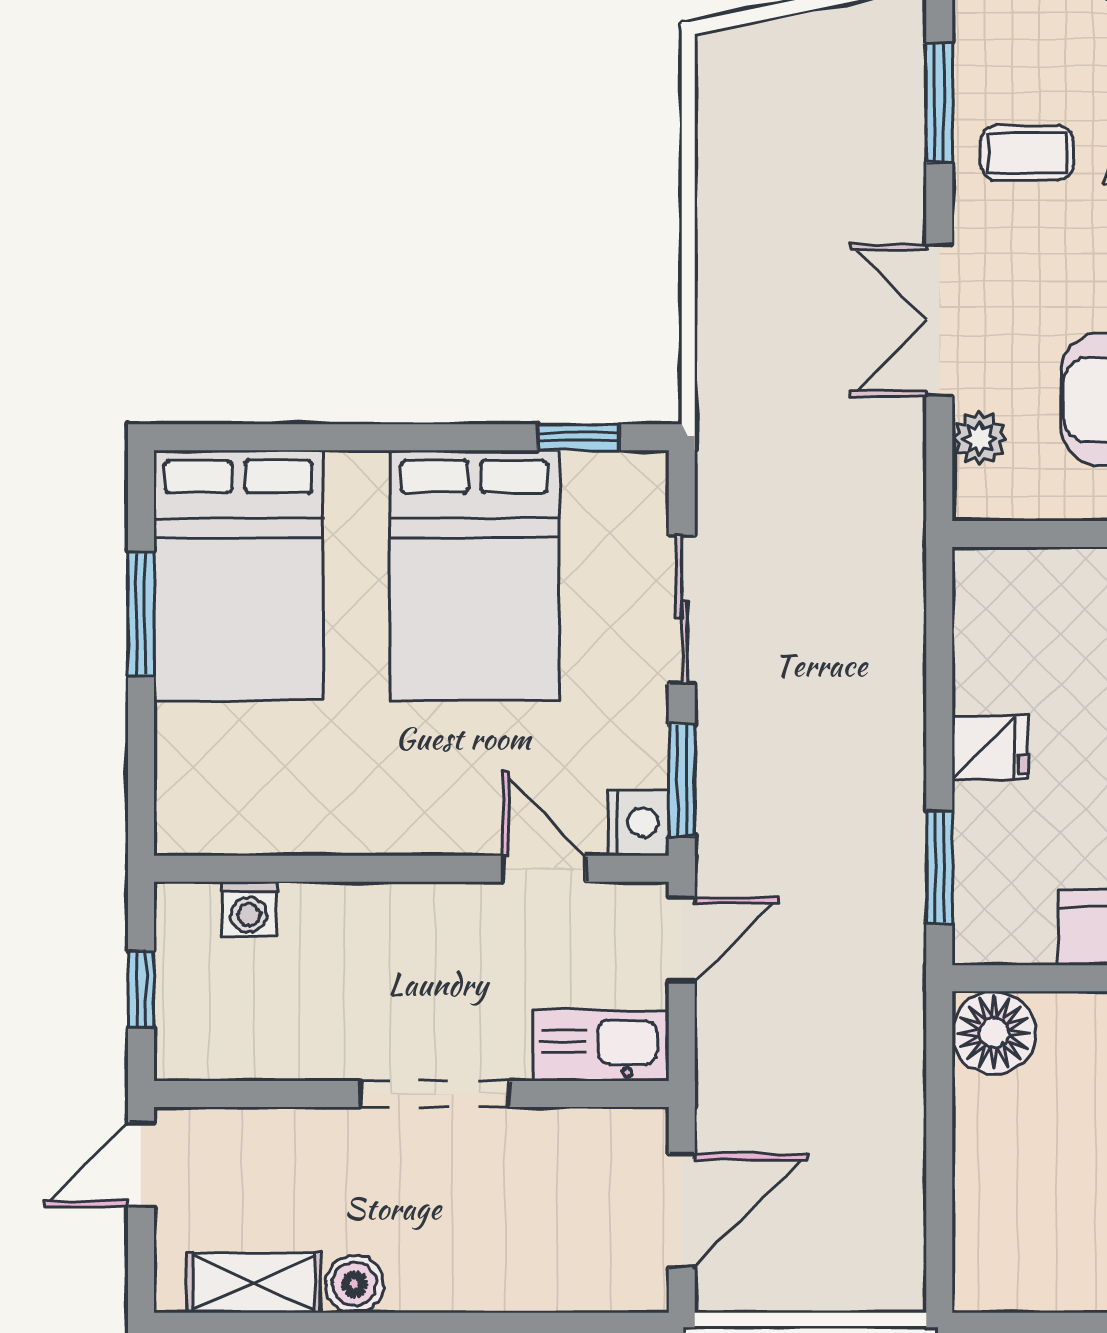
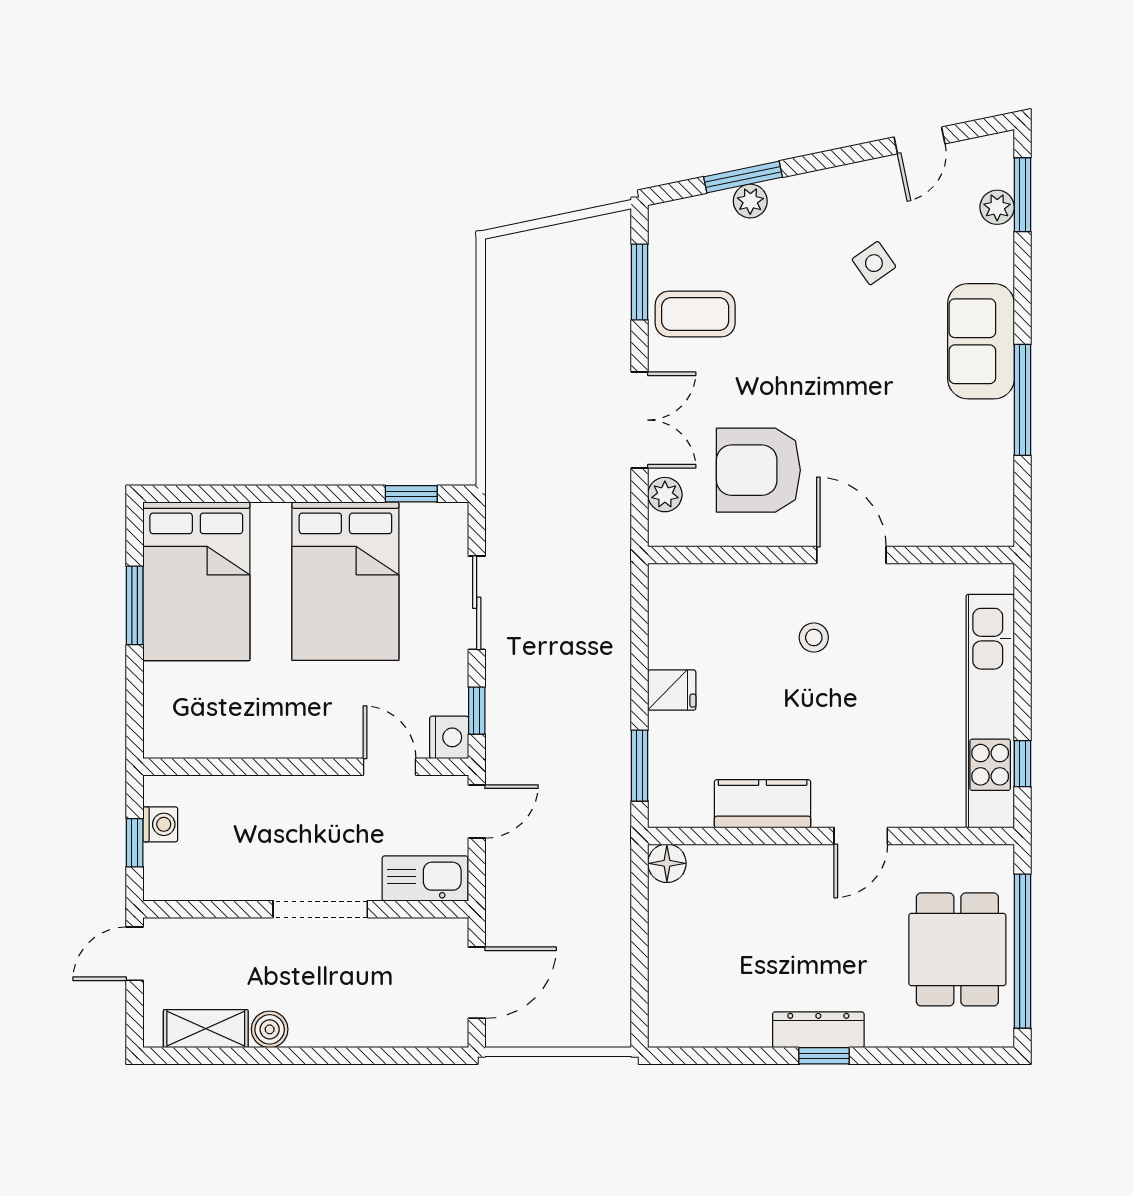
coffee table: (1027, 153) -> (695, 314), width x1.36, depth x1.30
double door: (939, 321) -> (640, 420), swing flipped
window: (682, 780) -> (477, 711), width x0.67
washing machine: (249, 909) -> (160, 824), moved, turned -90
floor lamp: (994, 1033) -> (667, 863), width x0.73, depth x0.73

